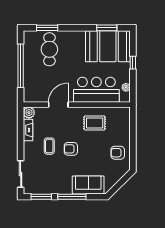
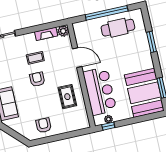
window: (47, 28) -> (151, 42), moved
cafe table: (49, 49) -> (118, 28), moved
window: (133, 63) -> (108, 126), moved

